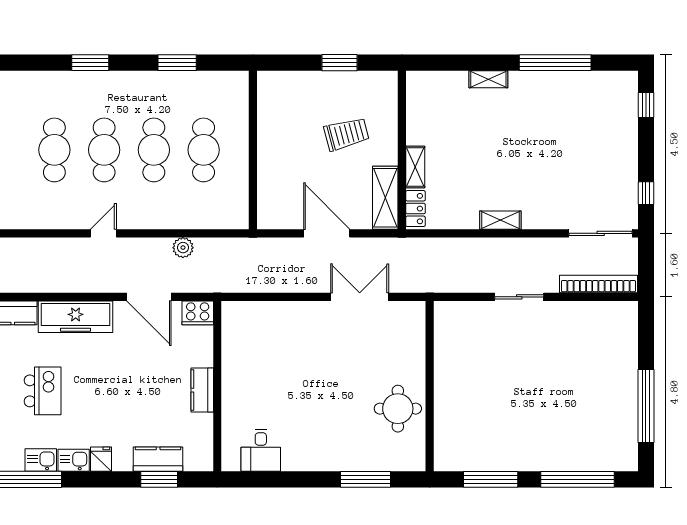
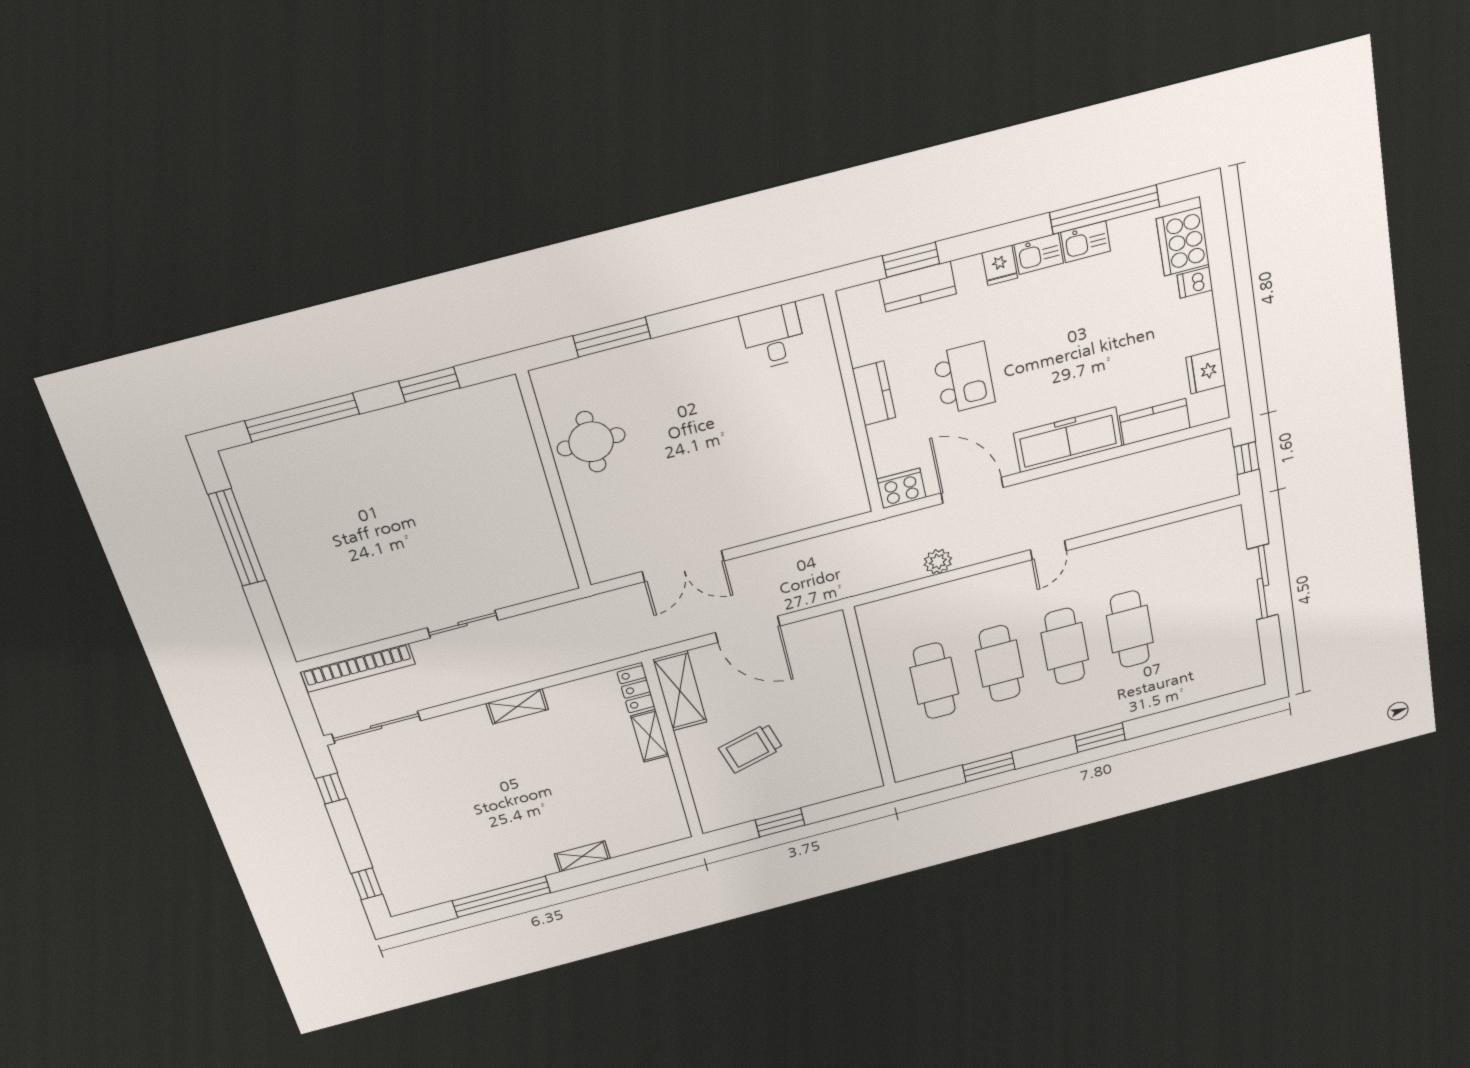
kitchen island: (43, 391) -> (964, 378), moved, turned 180
window: (491, 479) -> (429, 384), width x0.69

